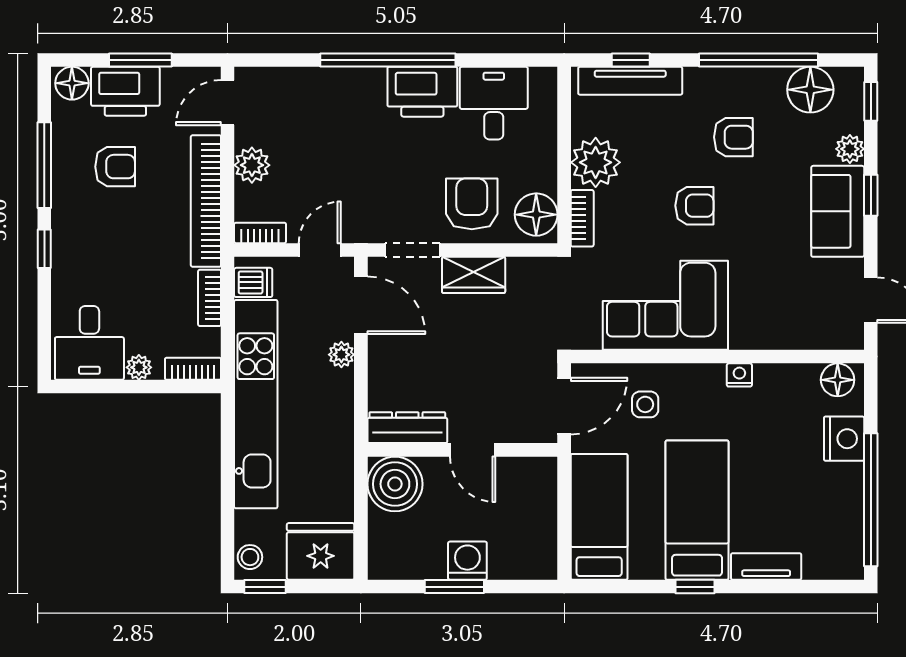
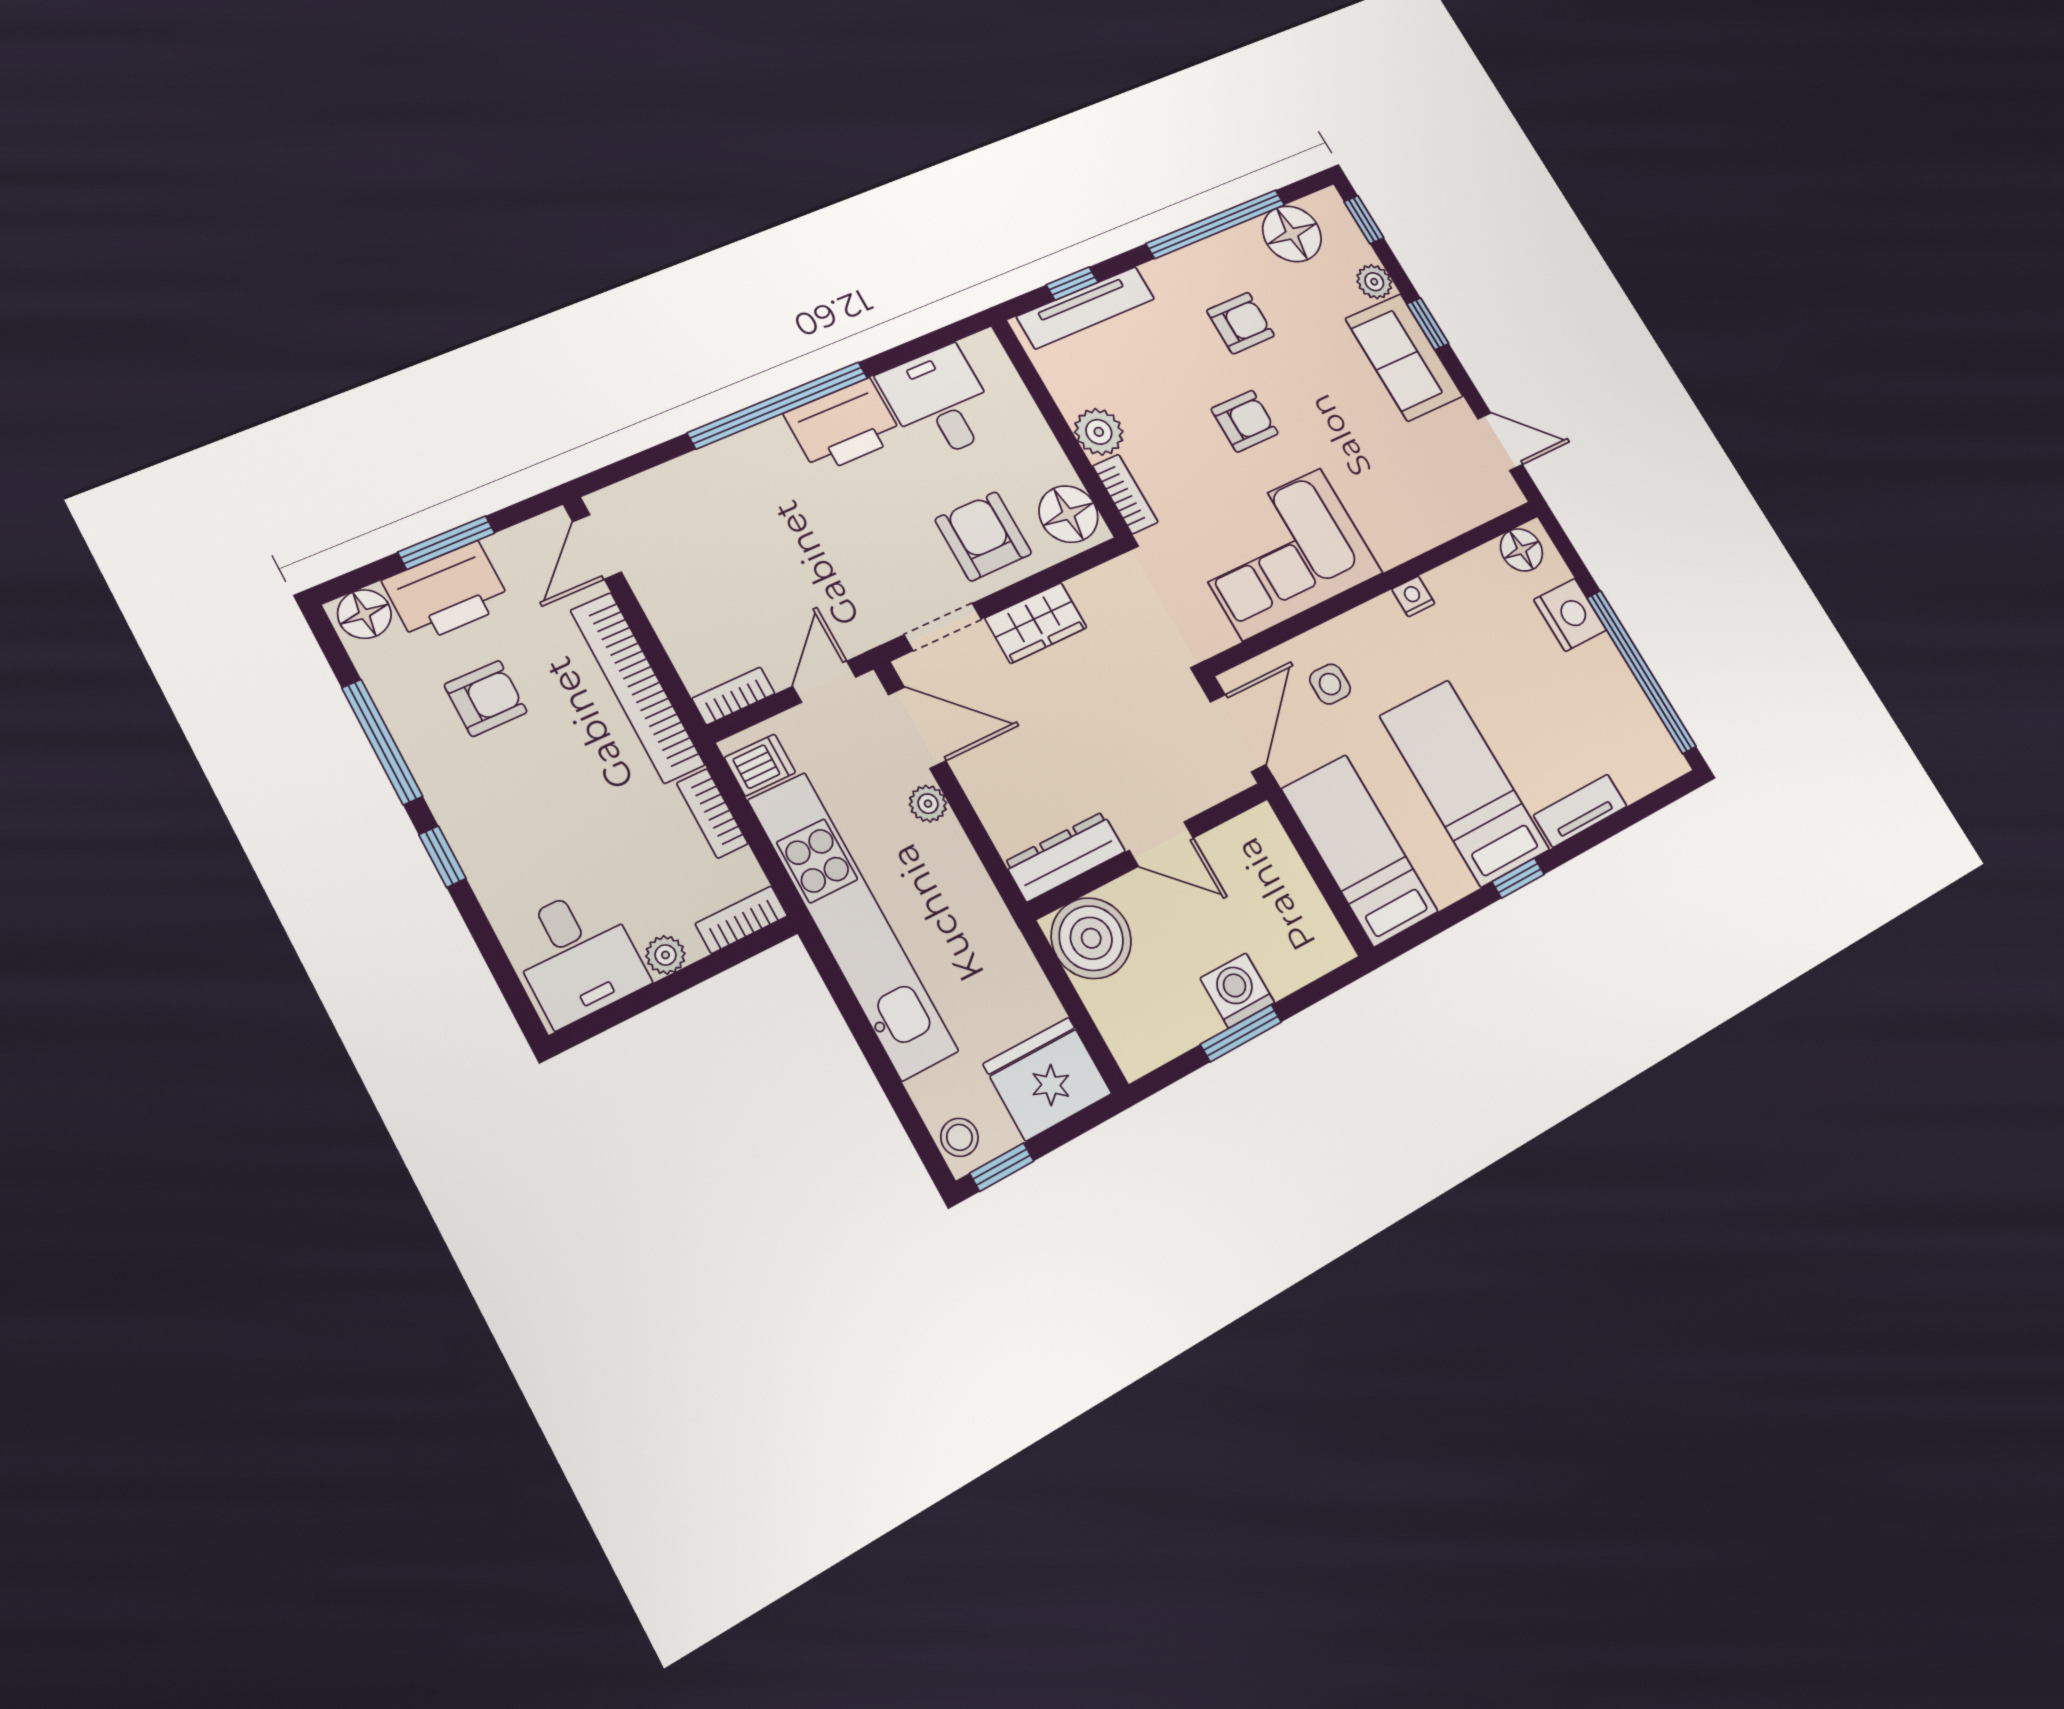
plant: (596, 162) -> (1099, 432), width x0.73, depth x0.73
plant: (252, 165) -> (674, 613), removed

